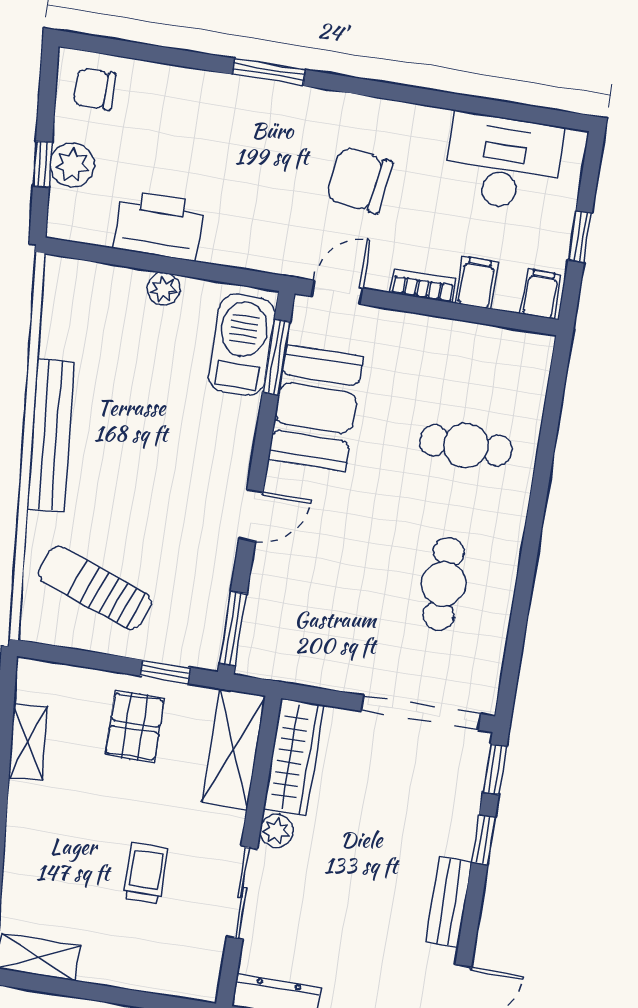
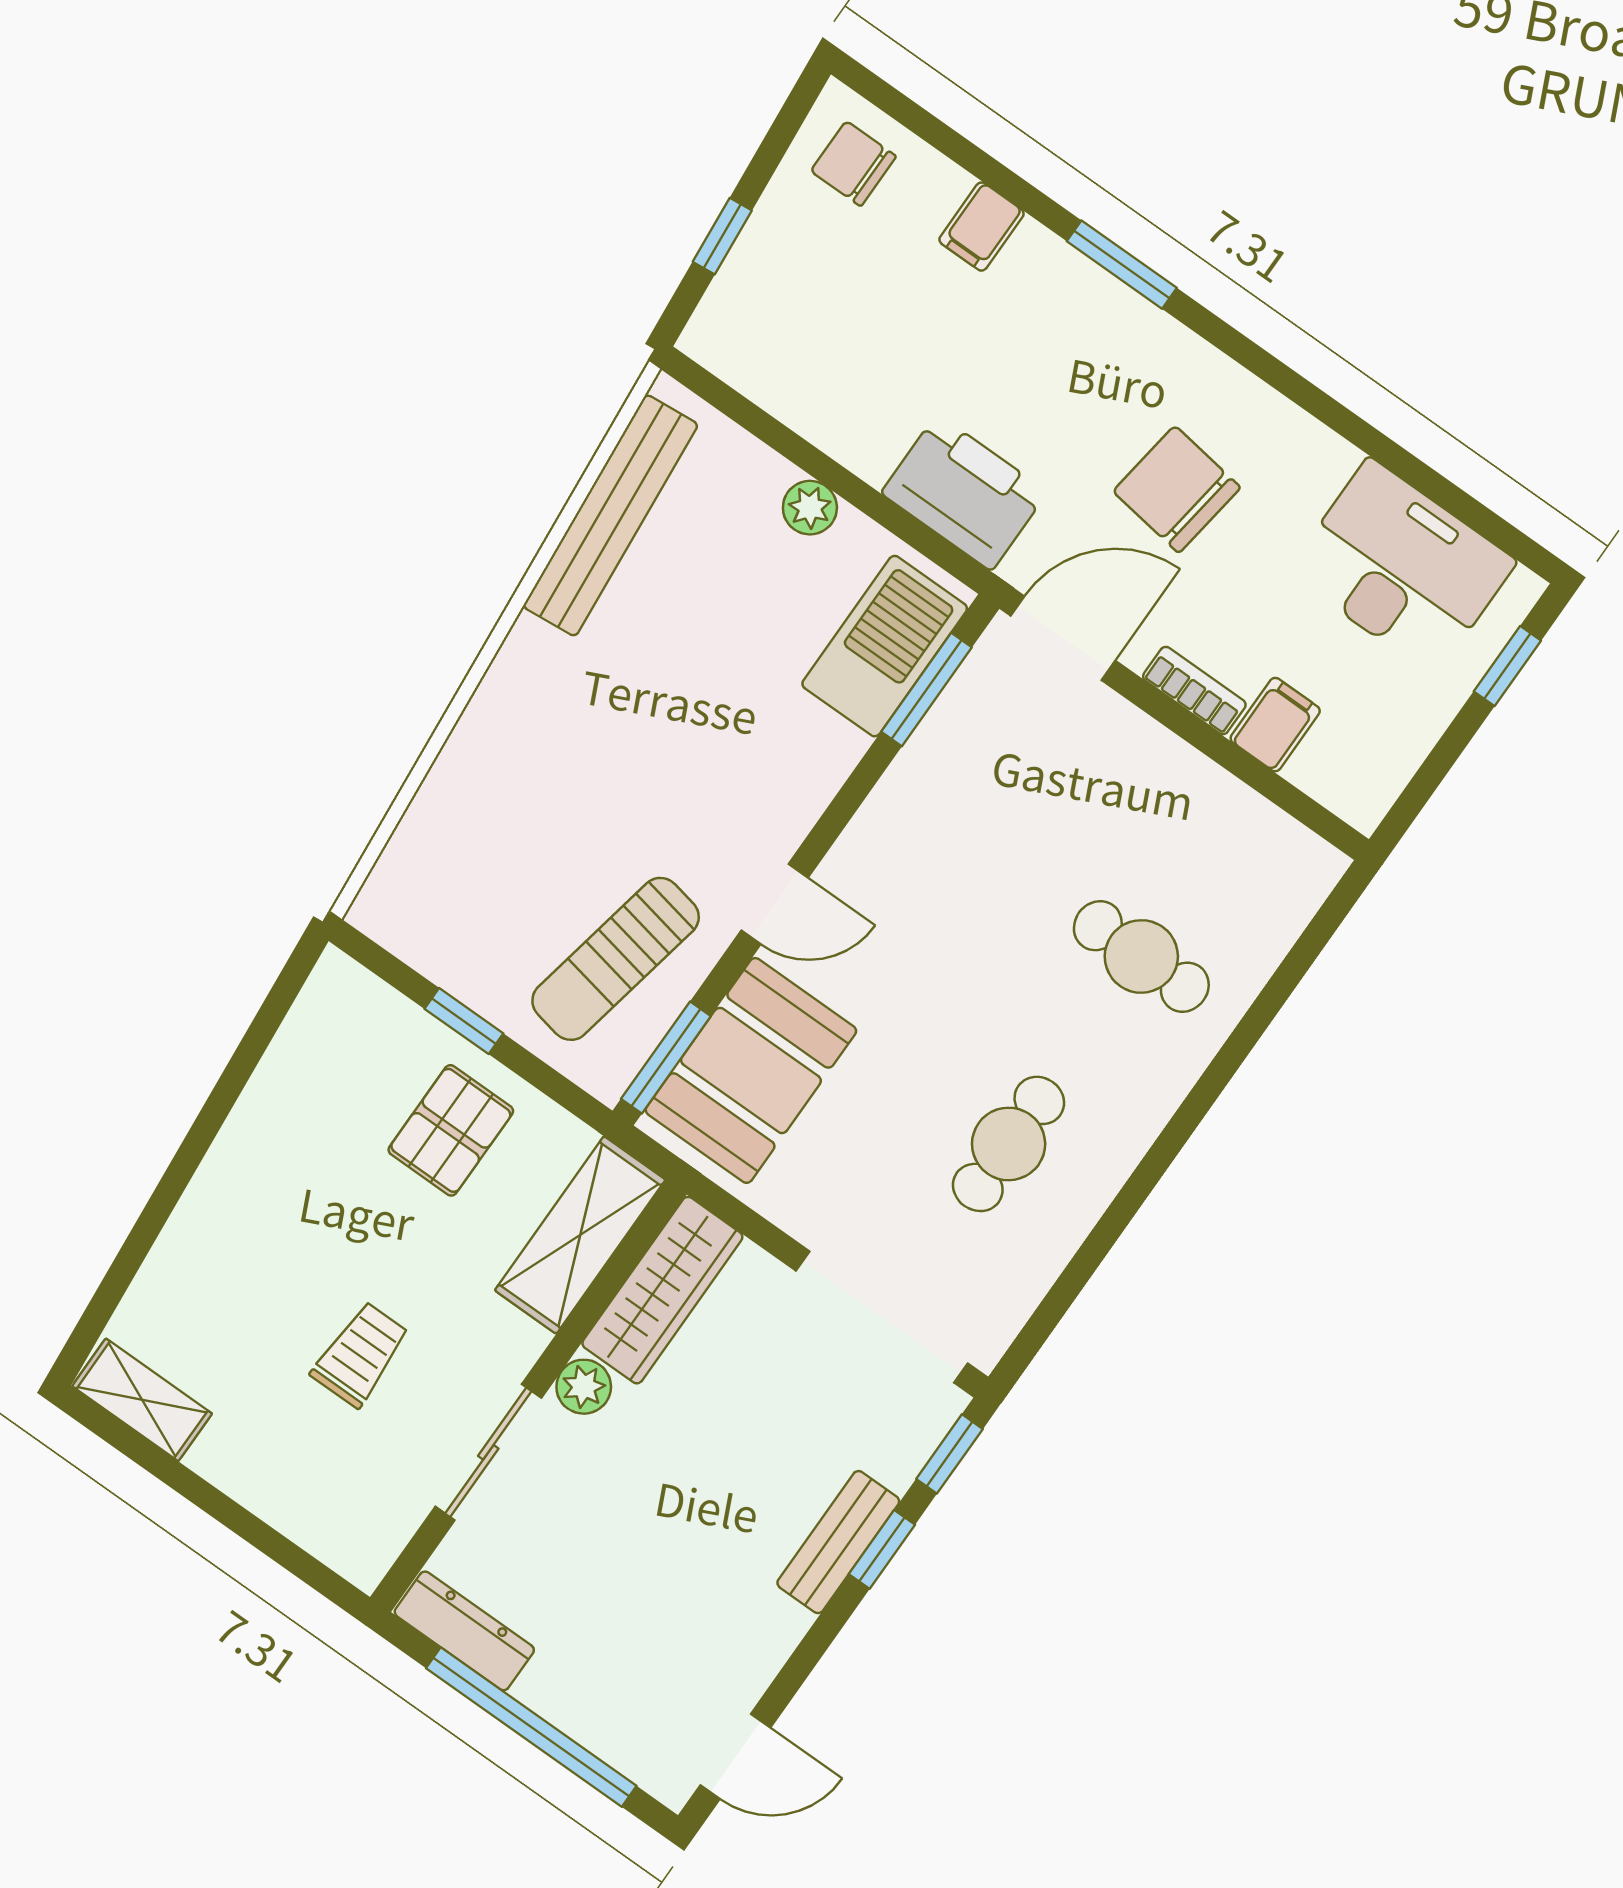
plant: (72, 165) -> (765, 259), removed
printer: (159, 226) -> (964, 492), moved
window: (580, 236) -> (1507, 666), moved
door: (337, 292) -> (1063, 638), width x1.38
filing cabinet: (541, 294) -> (982, 227), moved, turned 180
booth: (316, 408) -> (751, 1070), moved
bench: (51, 435) -> (611, 515), moved
sun lounger: (95, 588) -> (616, 959), moved, turned -99
window: (165, 672) -> (464, 1021), moved
shelving: (28, 742) -> (282, 1076), removed
bench: (449, 902) -> (838, 1542), moved

